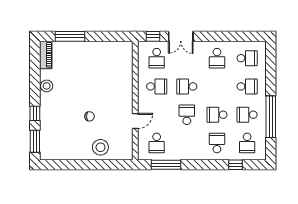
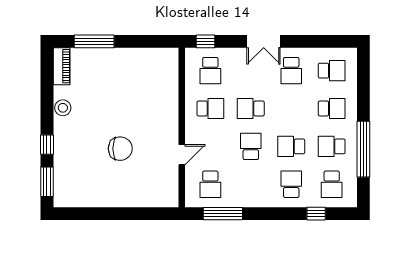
double door: (181, 36) -> (264, 41), moved
chair: (90, 116) -> (120, 149), width x1.87, depth x1.87
stool: (100, 147) -> (135, 190), removed

